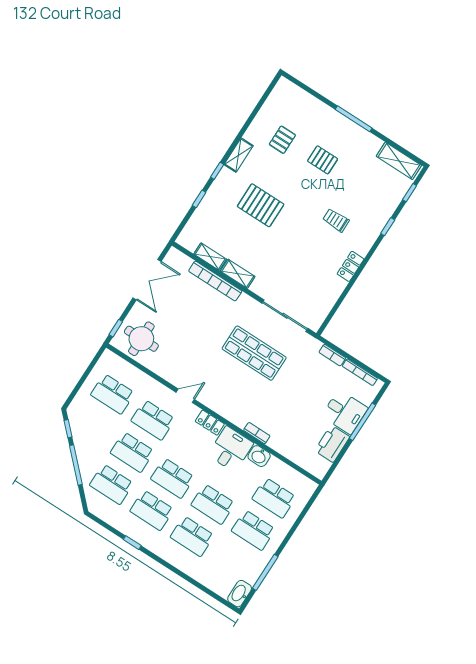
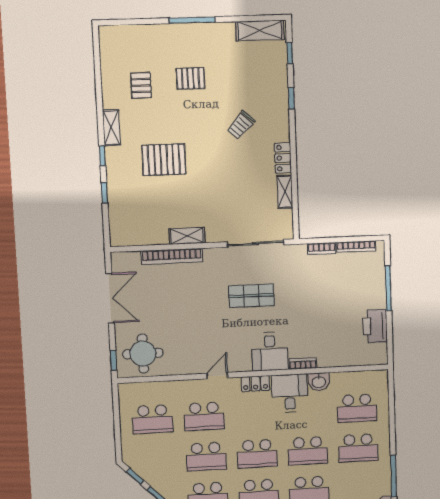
trolley: (336, 220) -> (241, 125), turned -47
shelving: (210, 257) -> (285, 192), moved, turned 90
shop shelf: (254, 353) -> (251, 296), width x0.70, depth x0.74
desk: (345, 412) -> (270, 352), moved, turned 90

